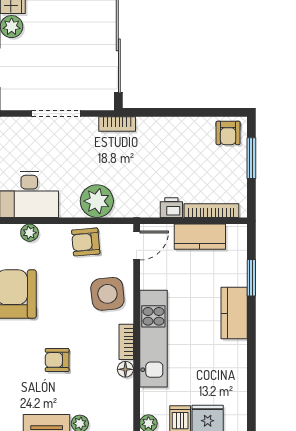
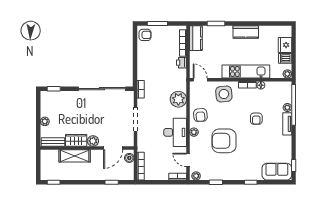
kitchen counter: (200, 237) -> (196, 38), moved
armchair: (86, 242) -> (200, 115), moved
kitchen counter: (234, 313) -> (246, 32), moved

